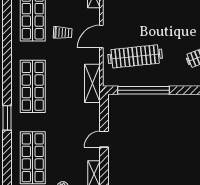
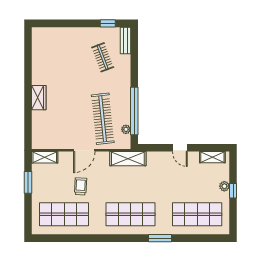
door: (101, 37) -> (84, 150), hinge flipped
plant: (124, 81) -> (126, 129), added

